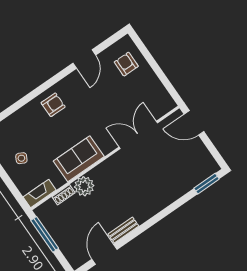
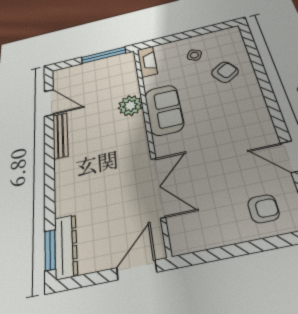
armchair: (53, 105) -> (225, 72), moved, turned -124
dresser: (200, 175) -> (66, 246), added
shoe rack: (64, 195) -> (133, 83), removed
bench: (123, 230) -> (60, 135), width x1.36

